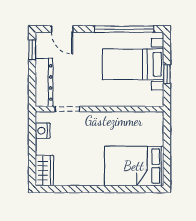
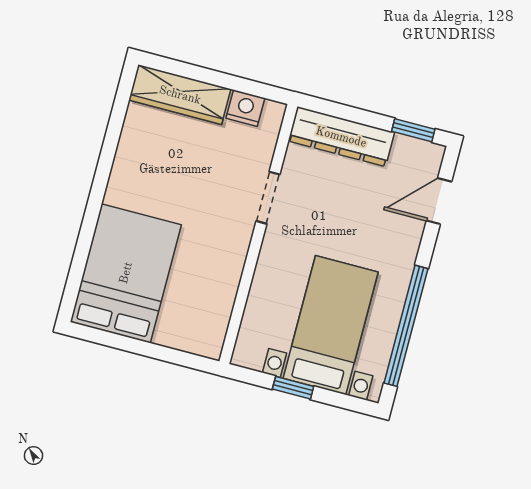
doorway: (67, 109) -> (268, 198), moved
wardrobe: (44, 171) -> (180, 95), width x1.50

